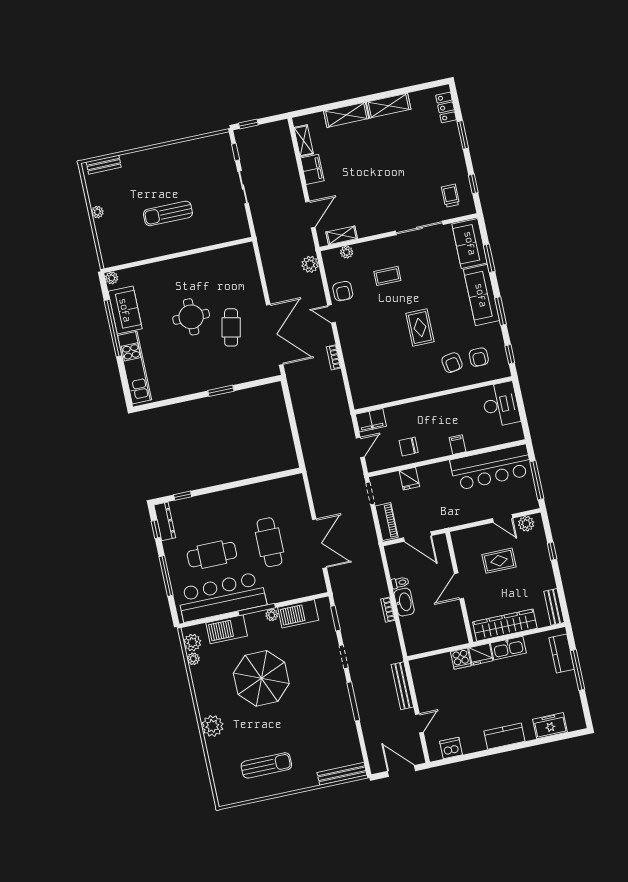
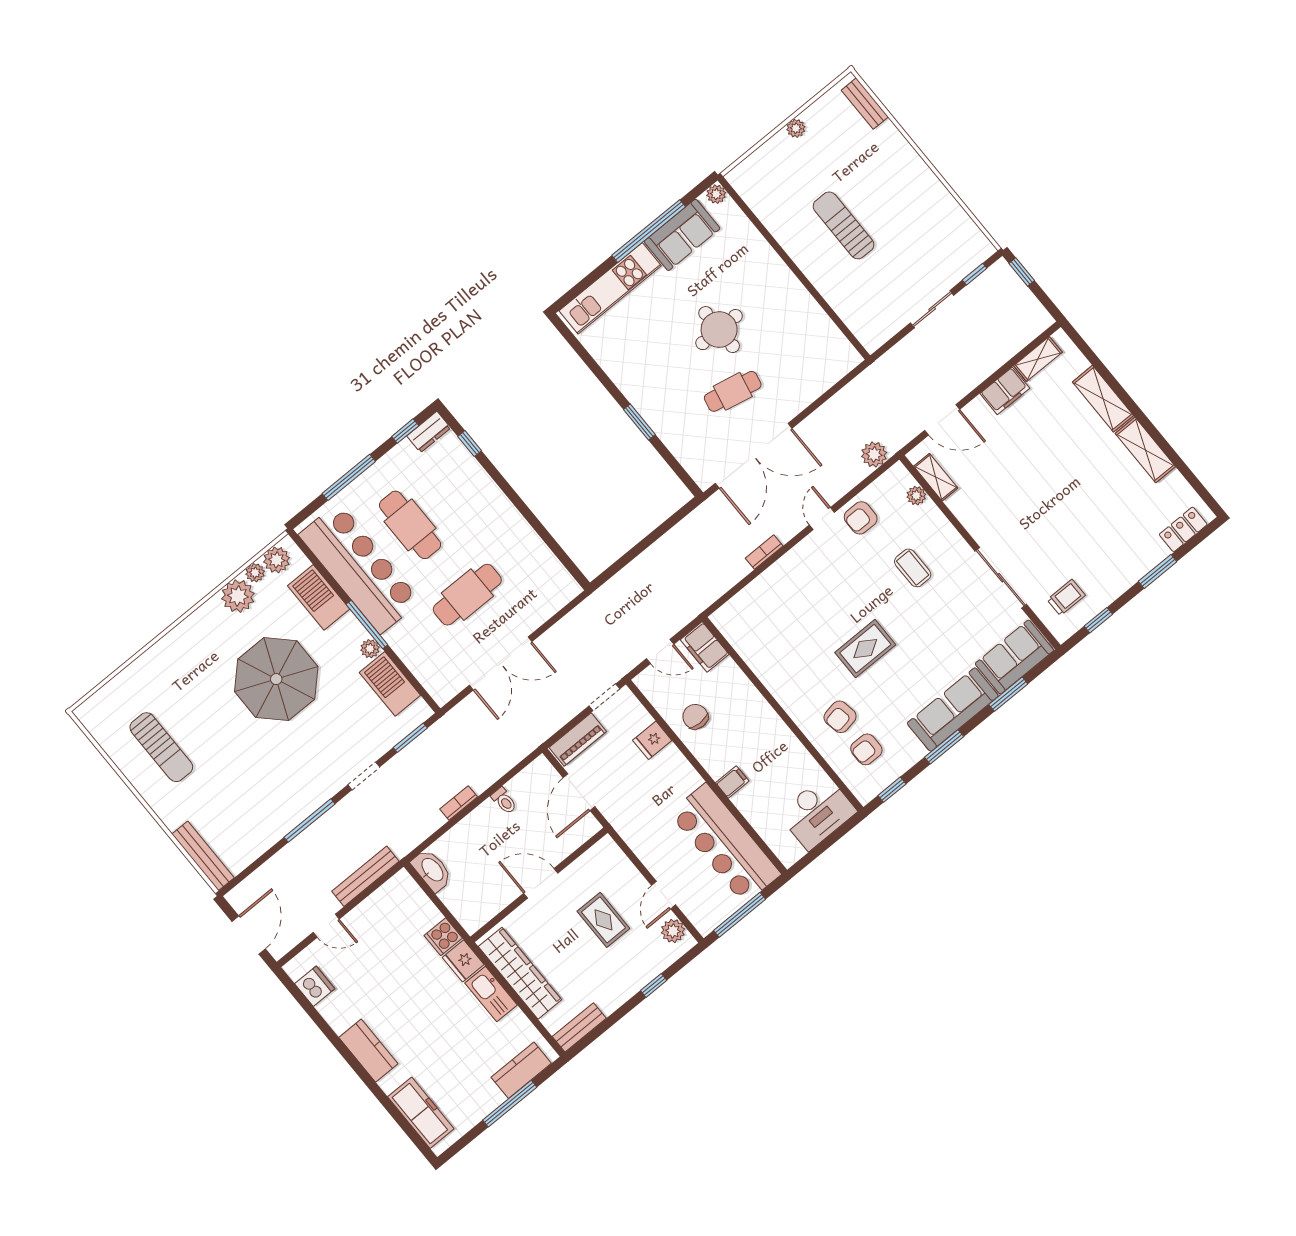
dresser: (165, 521) -> (429, 432), width x0.70
washbasin: (404, 602) -> (432, 870), moved, turned -90
plant: (212, 726) -> (238, 596), moved
freezer: (550, 726) -> (421, 1113), width x1.40

